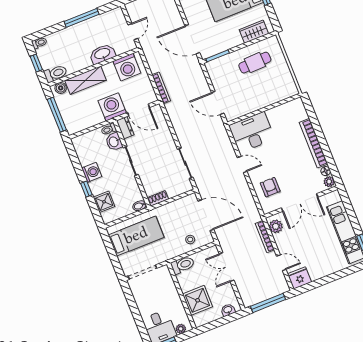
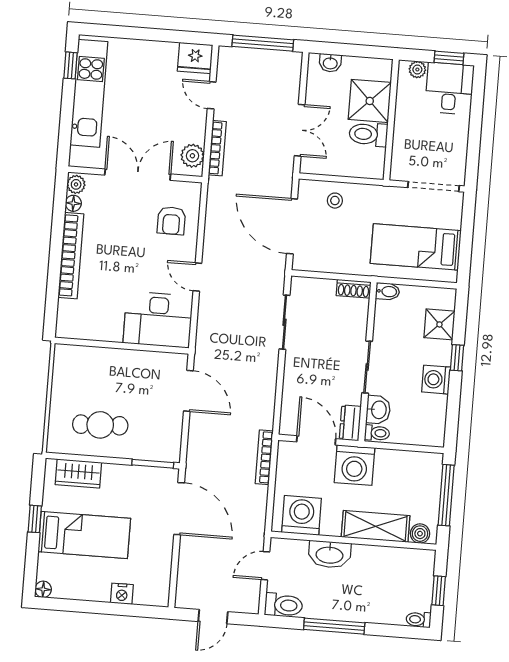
toilet: (56, 74) -> (284, 605), moved, turned 180
toilet: (183, 265) -> (368, 134), moved

